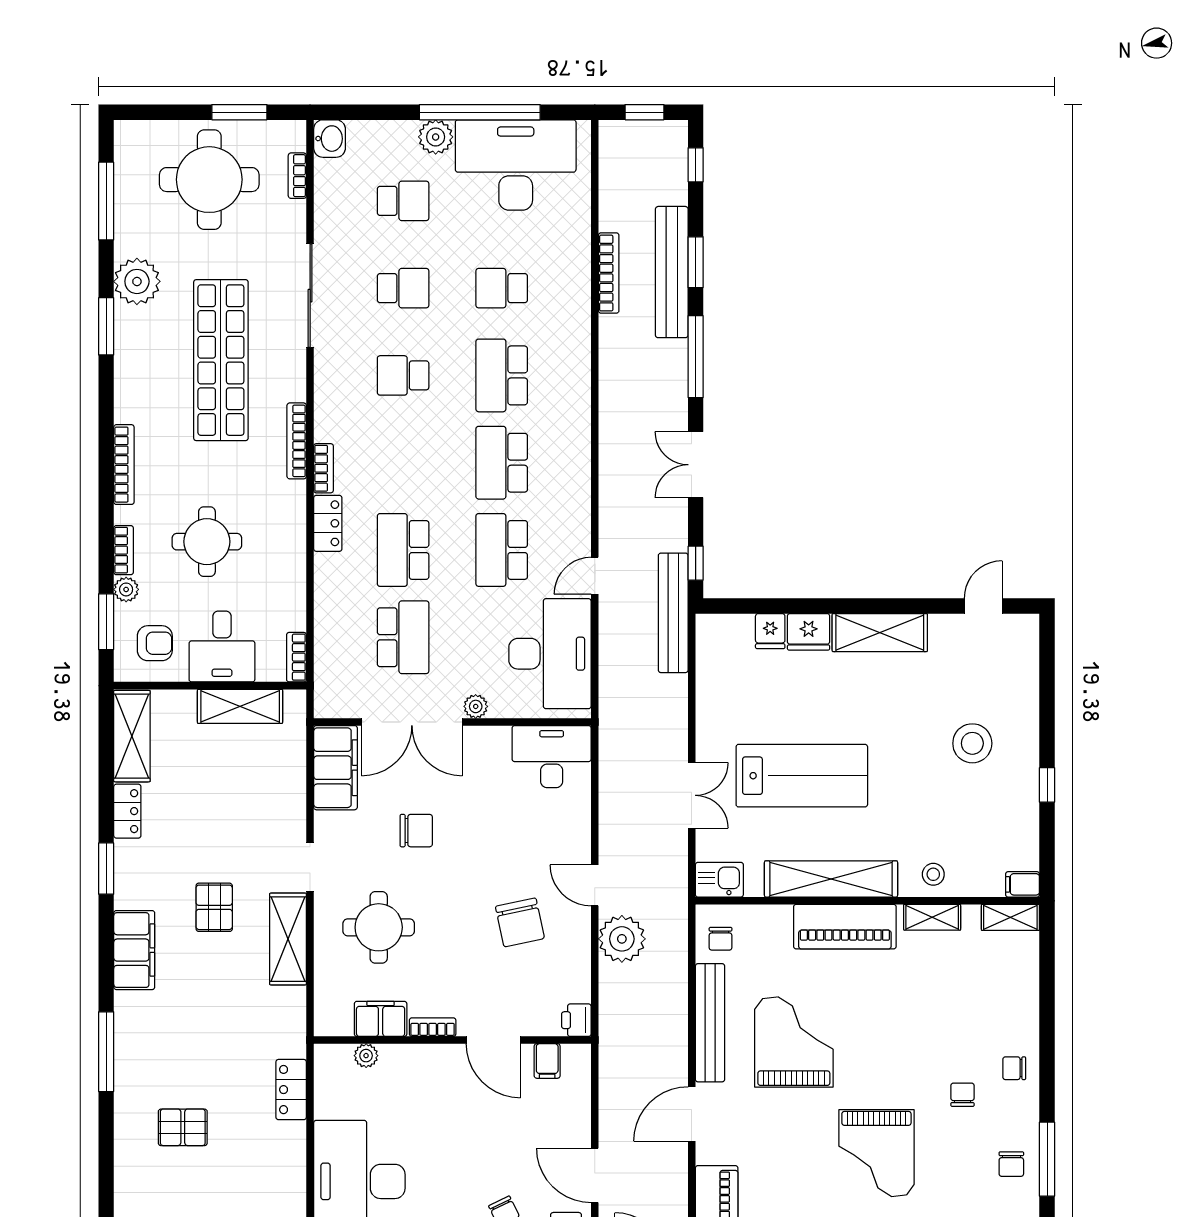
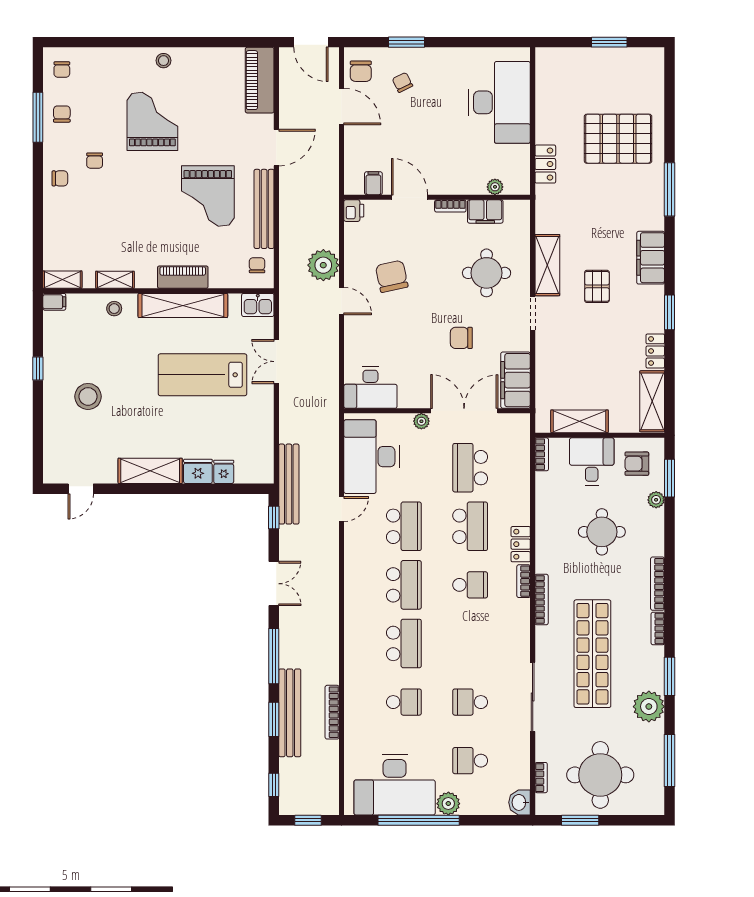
school desk: (403, 375) -> (470, 585), moved
bookcase: (124, 550) -> (658, 628), moved
piano: (845, 927) -> (183, 277), width x0.73, depth x0.75
pallet: (183, 1127) -> (618, 139), width x2.05, depth x2.00

